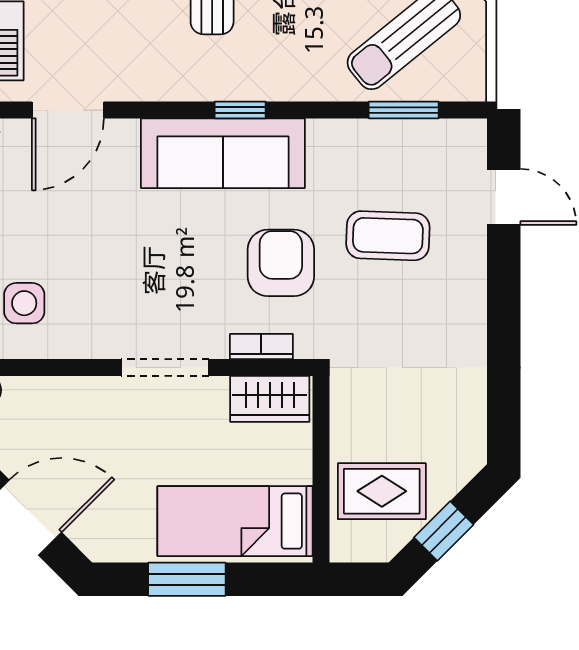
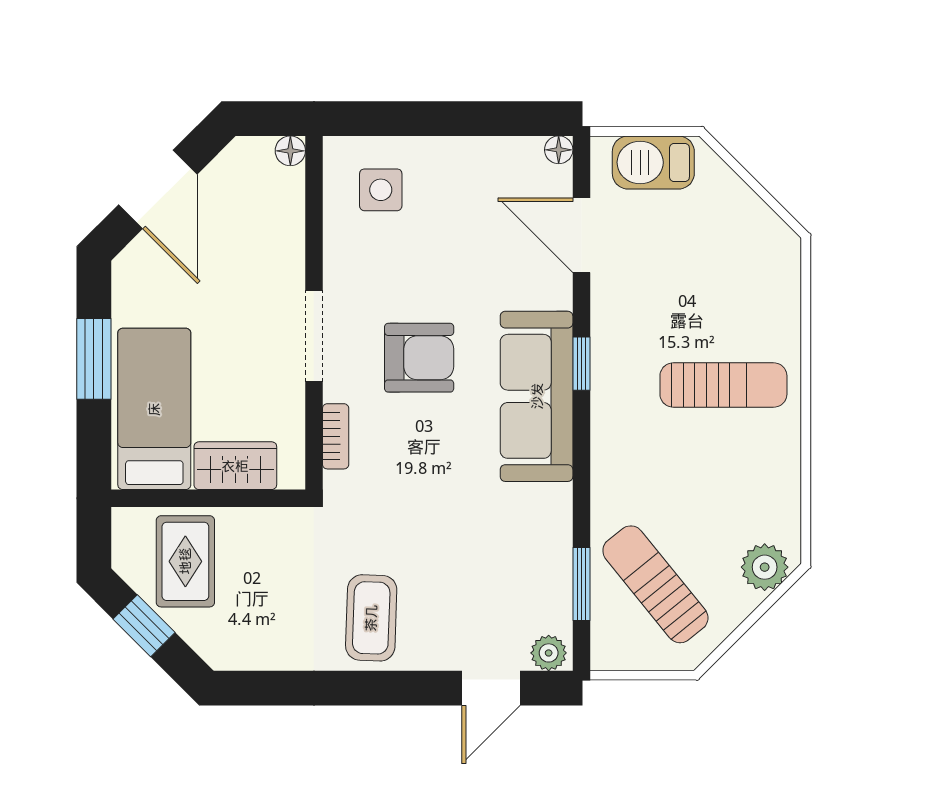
window: (240, 110) -> (581, 364), moved
plant: (470, 142) -> (549, 653), added
coffee table: (388, 236) -> (371, 618), moved
armchair: (281, 263) -> (419, 358), moved
wardrobe: (270, 399) -> (235, 466), moved, turned 90

